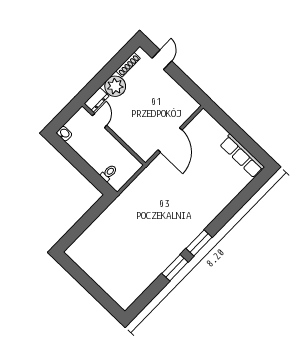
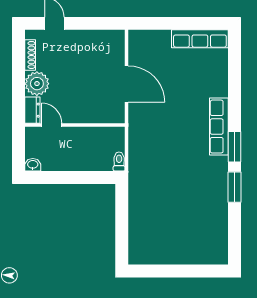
toilet: (109, 173) -> (119, 161), moved
row of seats: (201, 221) -> (219, 127), added

